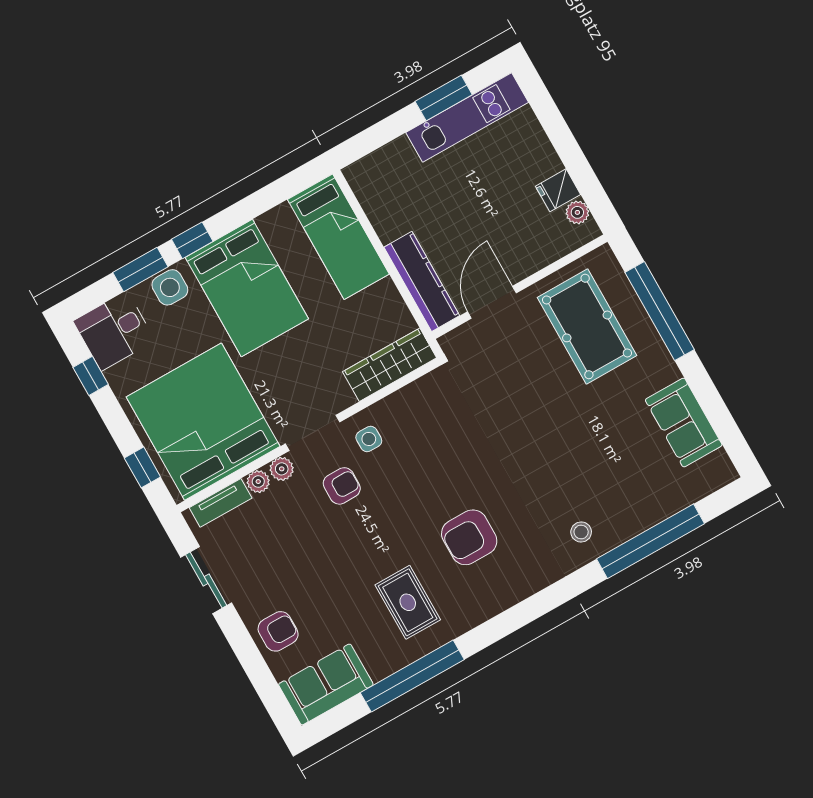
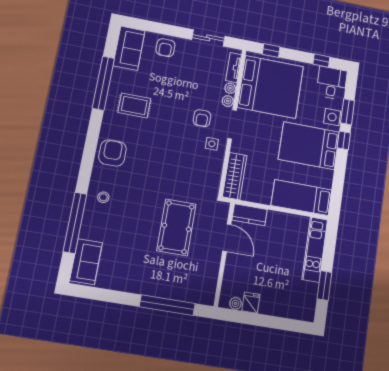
kitchen unit: (467, 117) -> (315, 250), moved
kitchen counter: (422, 281) -> (250, 215), width x0.67
pool table: (587, 326) -> (176, 227), moved, turned 90
sofa: (684, 423) -> (86, 262), moved, turned 90
armchair: (469, 537) -> (112, 153), moved

